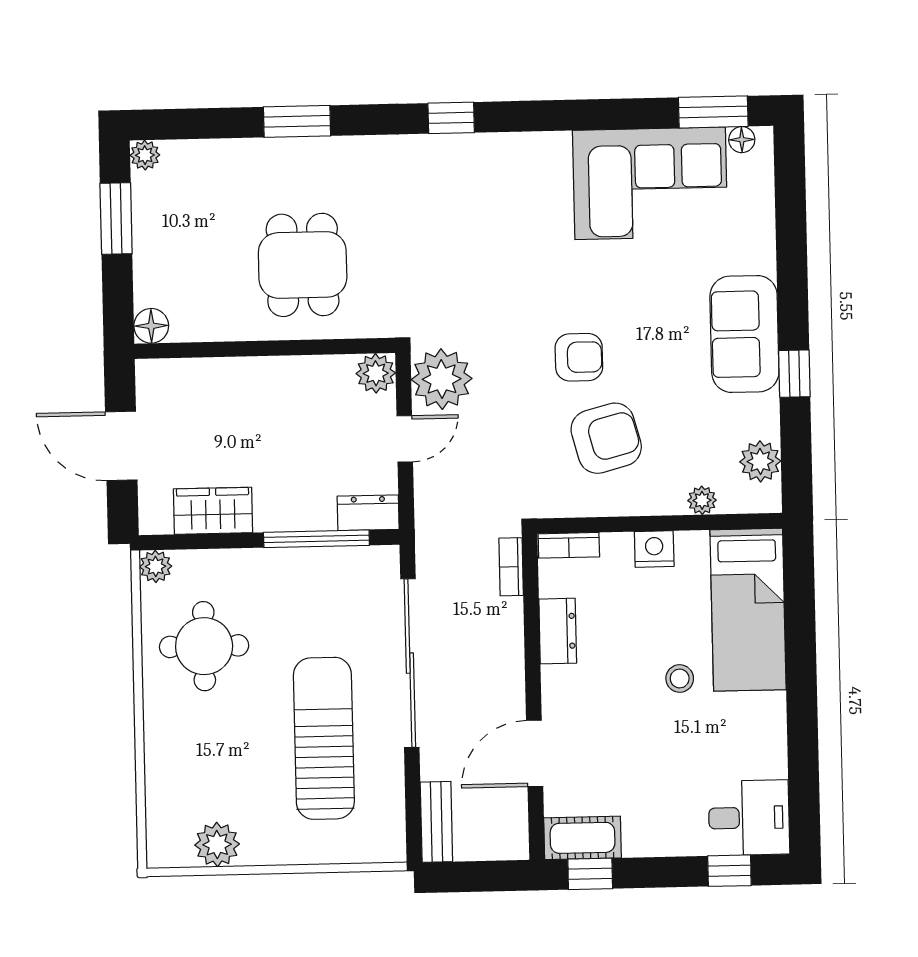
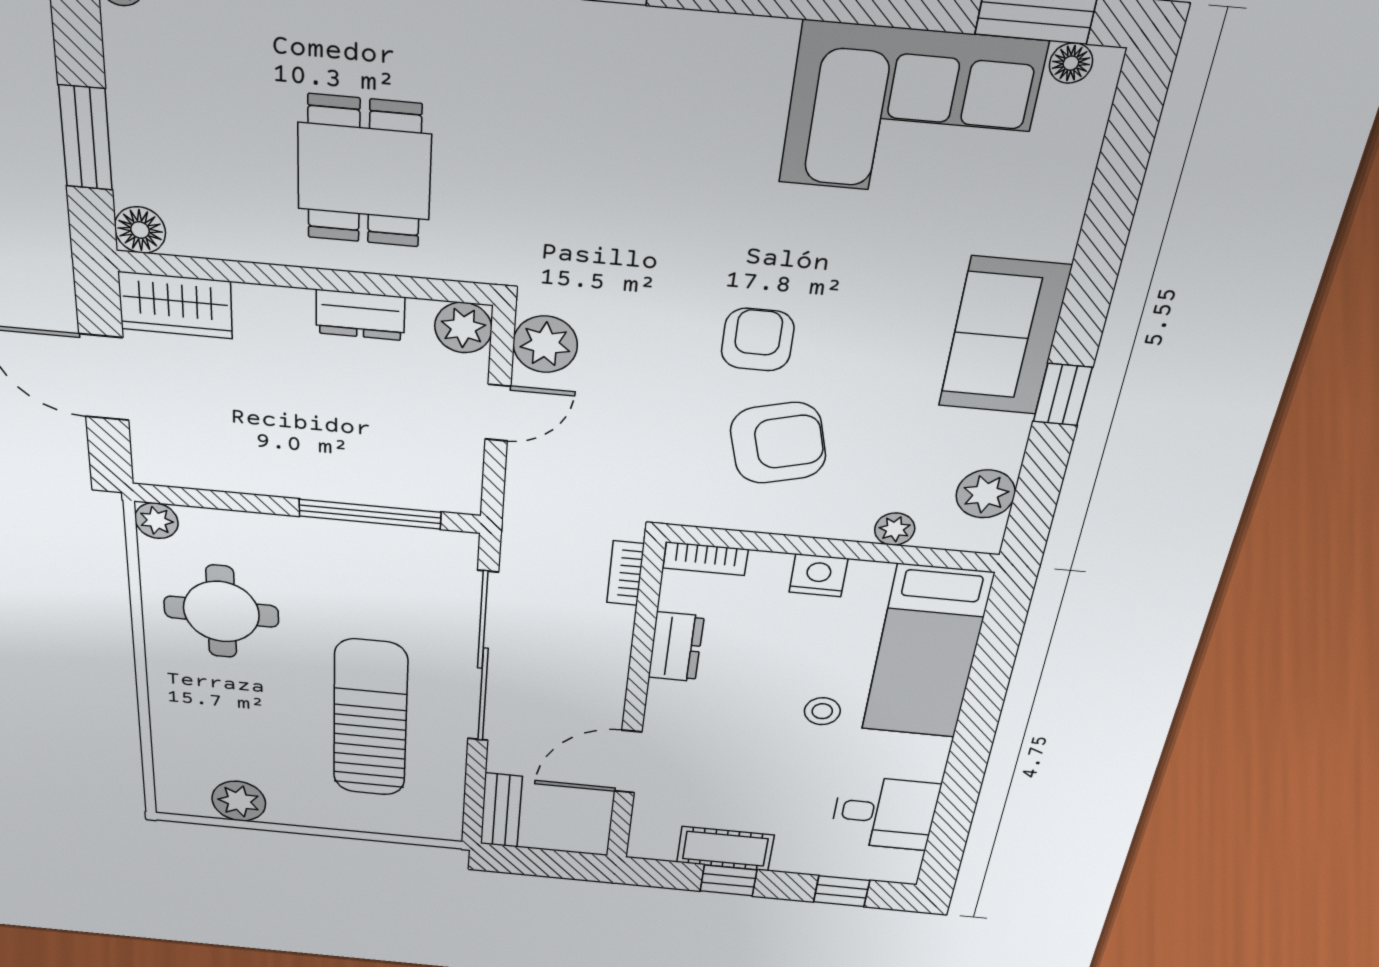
window: (116, 219) -> (86, 138), moved
armchair: (579, 357) -> (758, 340), turned -90
plant: (442, 379) -> (545, 344), width x0.73, depth x0.73
wardrobe: (213, 511) -> (175, 305), moved, turned 180
dresser: (368, 513) -> (360, 315), moved, turned 180
desk: (749, 818) -> (885, 813), moved
cot: (583, 838) -> (725, 849), moved
window: (590, 874) -> (728, 880), moved

